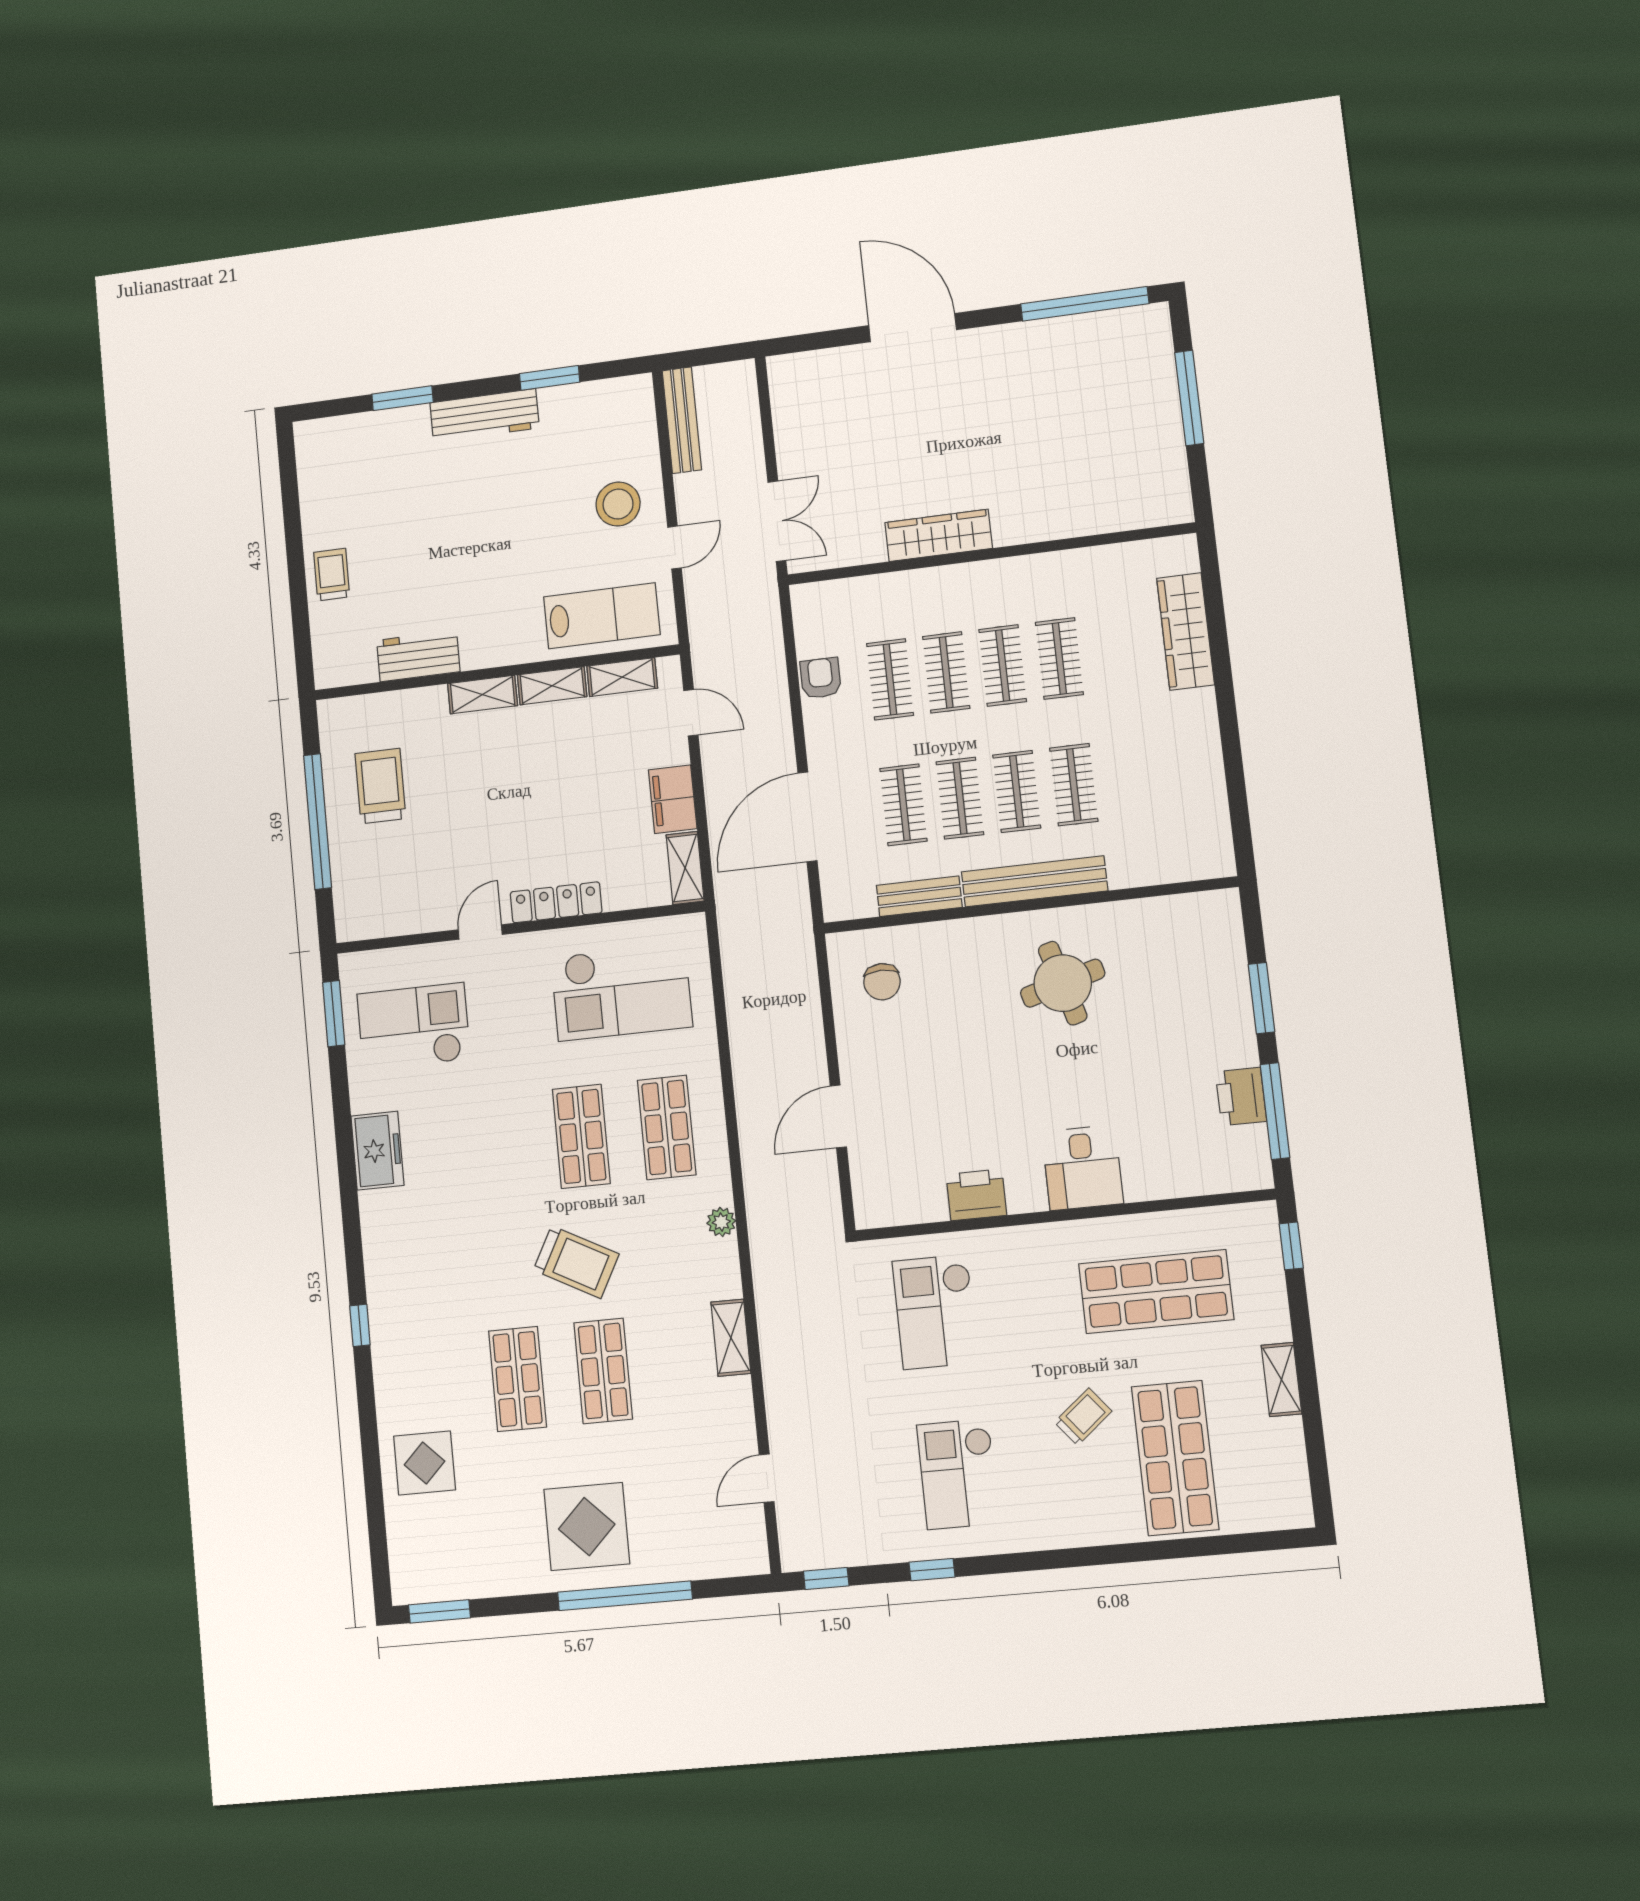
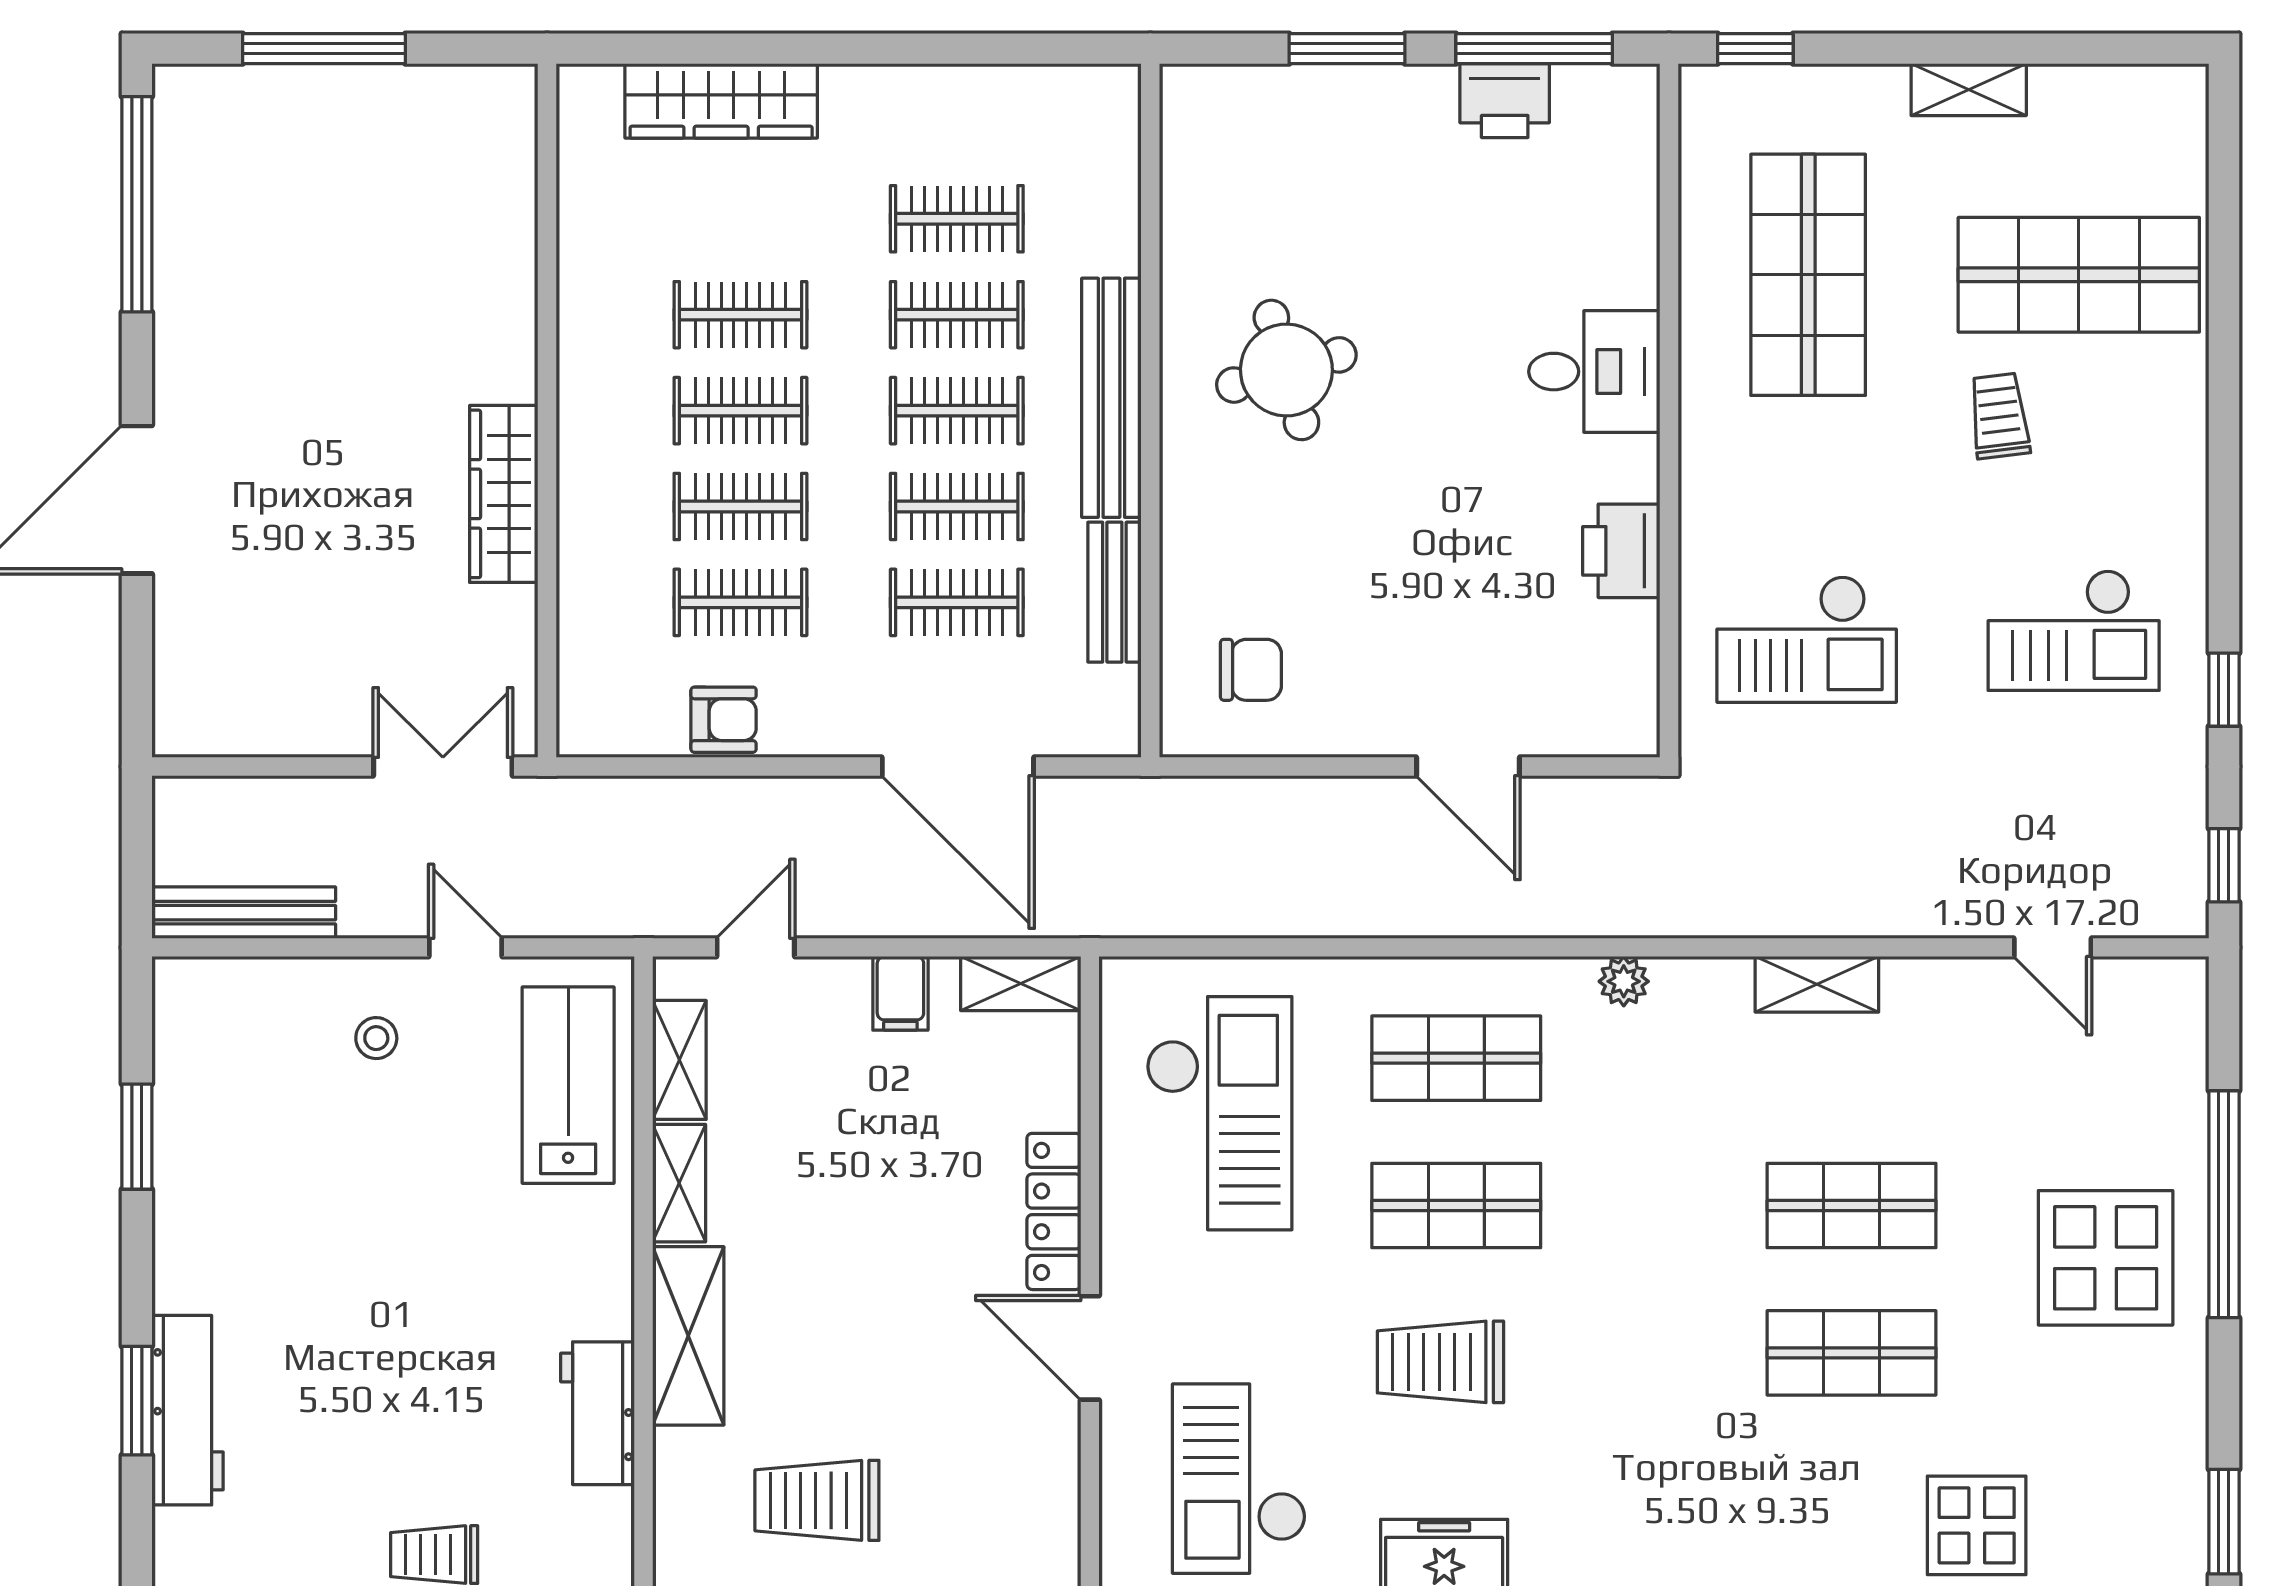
workbench: (484, 415) -> (188, 1410), moved
stool: (618, 504) -> (376, 1038), width x0.53, depth x0.53
armchair: (821, 678) -> (724, 720), turned 180
shelving: (483, 695) -> (688, 1336), width x1.50, depth x1.33
clothes rail: (1131, 778) -> (957, 219), added
filing cabinet: (673, 799) -> (900, 993), width x0.50
door: (480, 932) -> (1090, 1348), width x1.38
trolley: (576, 1262) -> (1440, 1362), moved, turned -118
trolley: (1083, 1417) -> (1999, 416), turned 32

